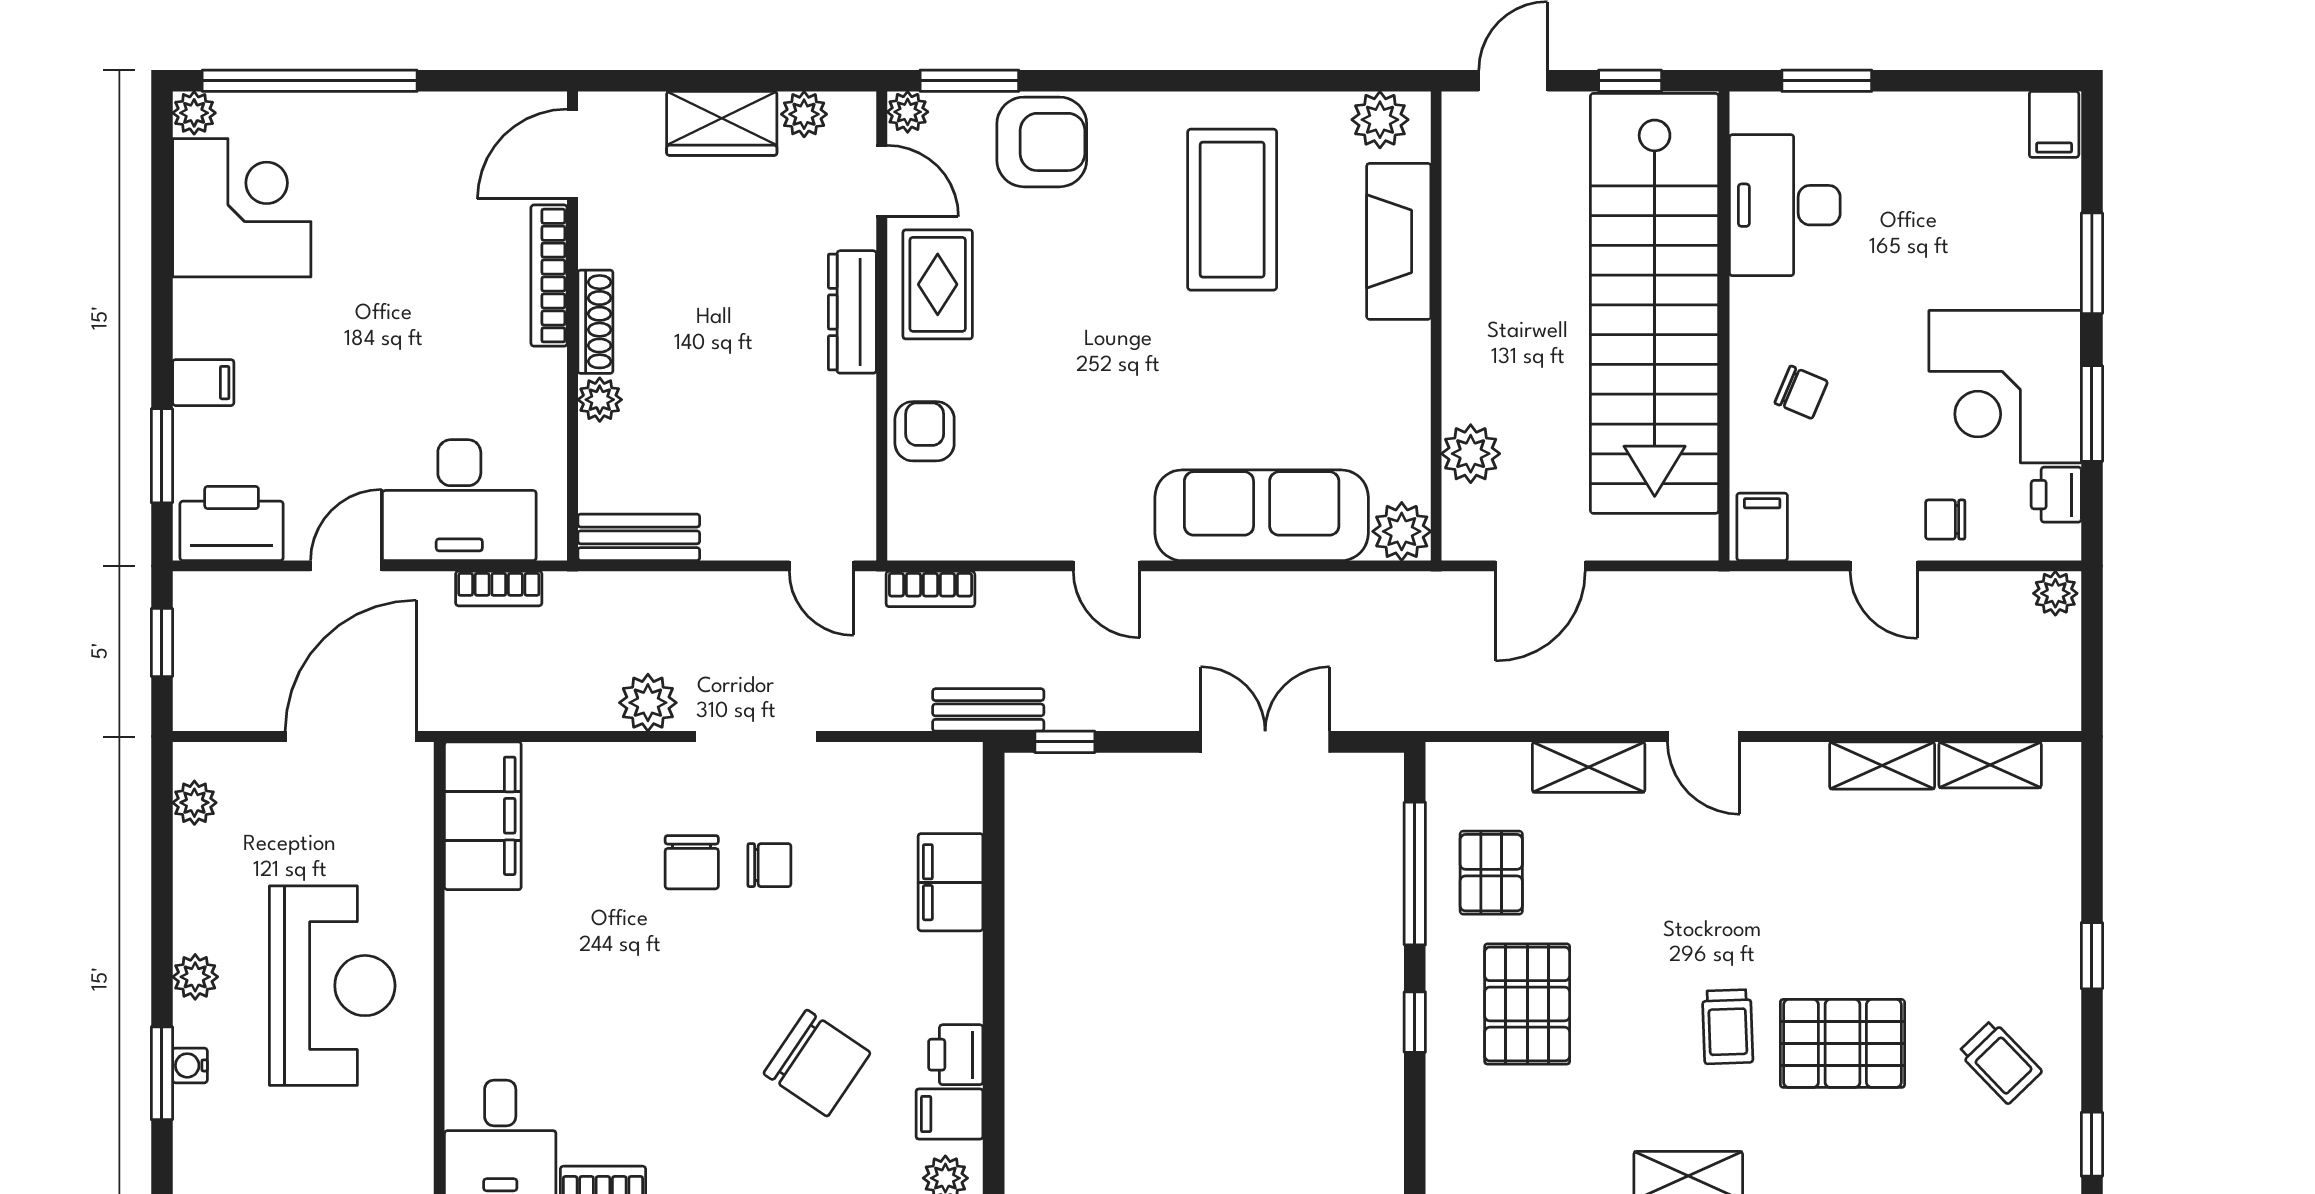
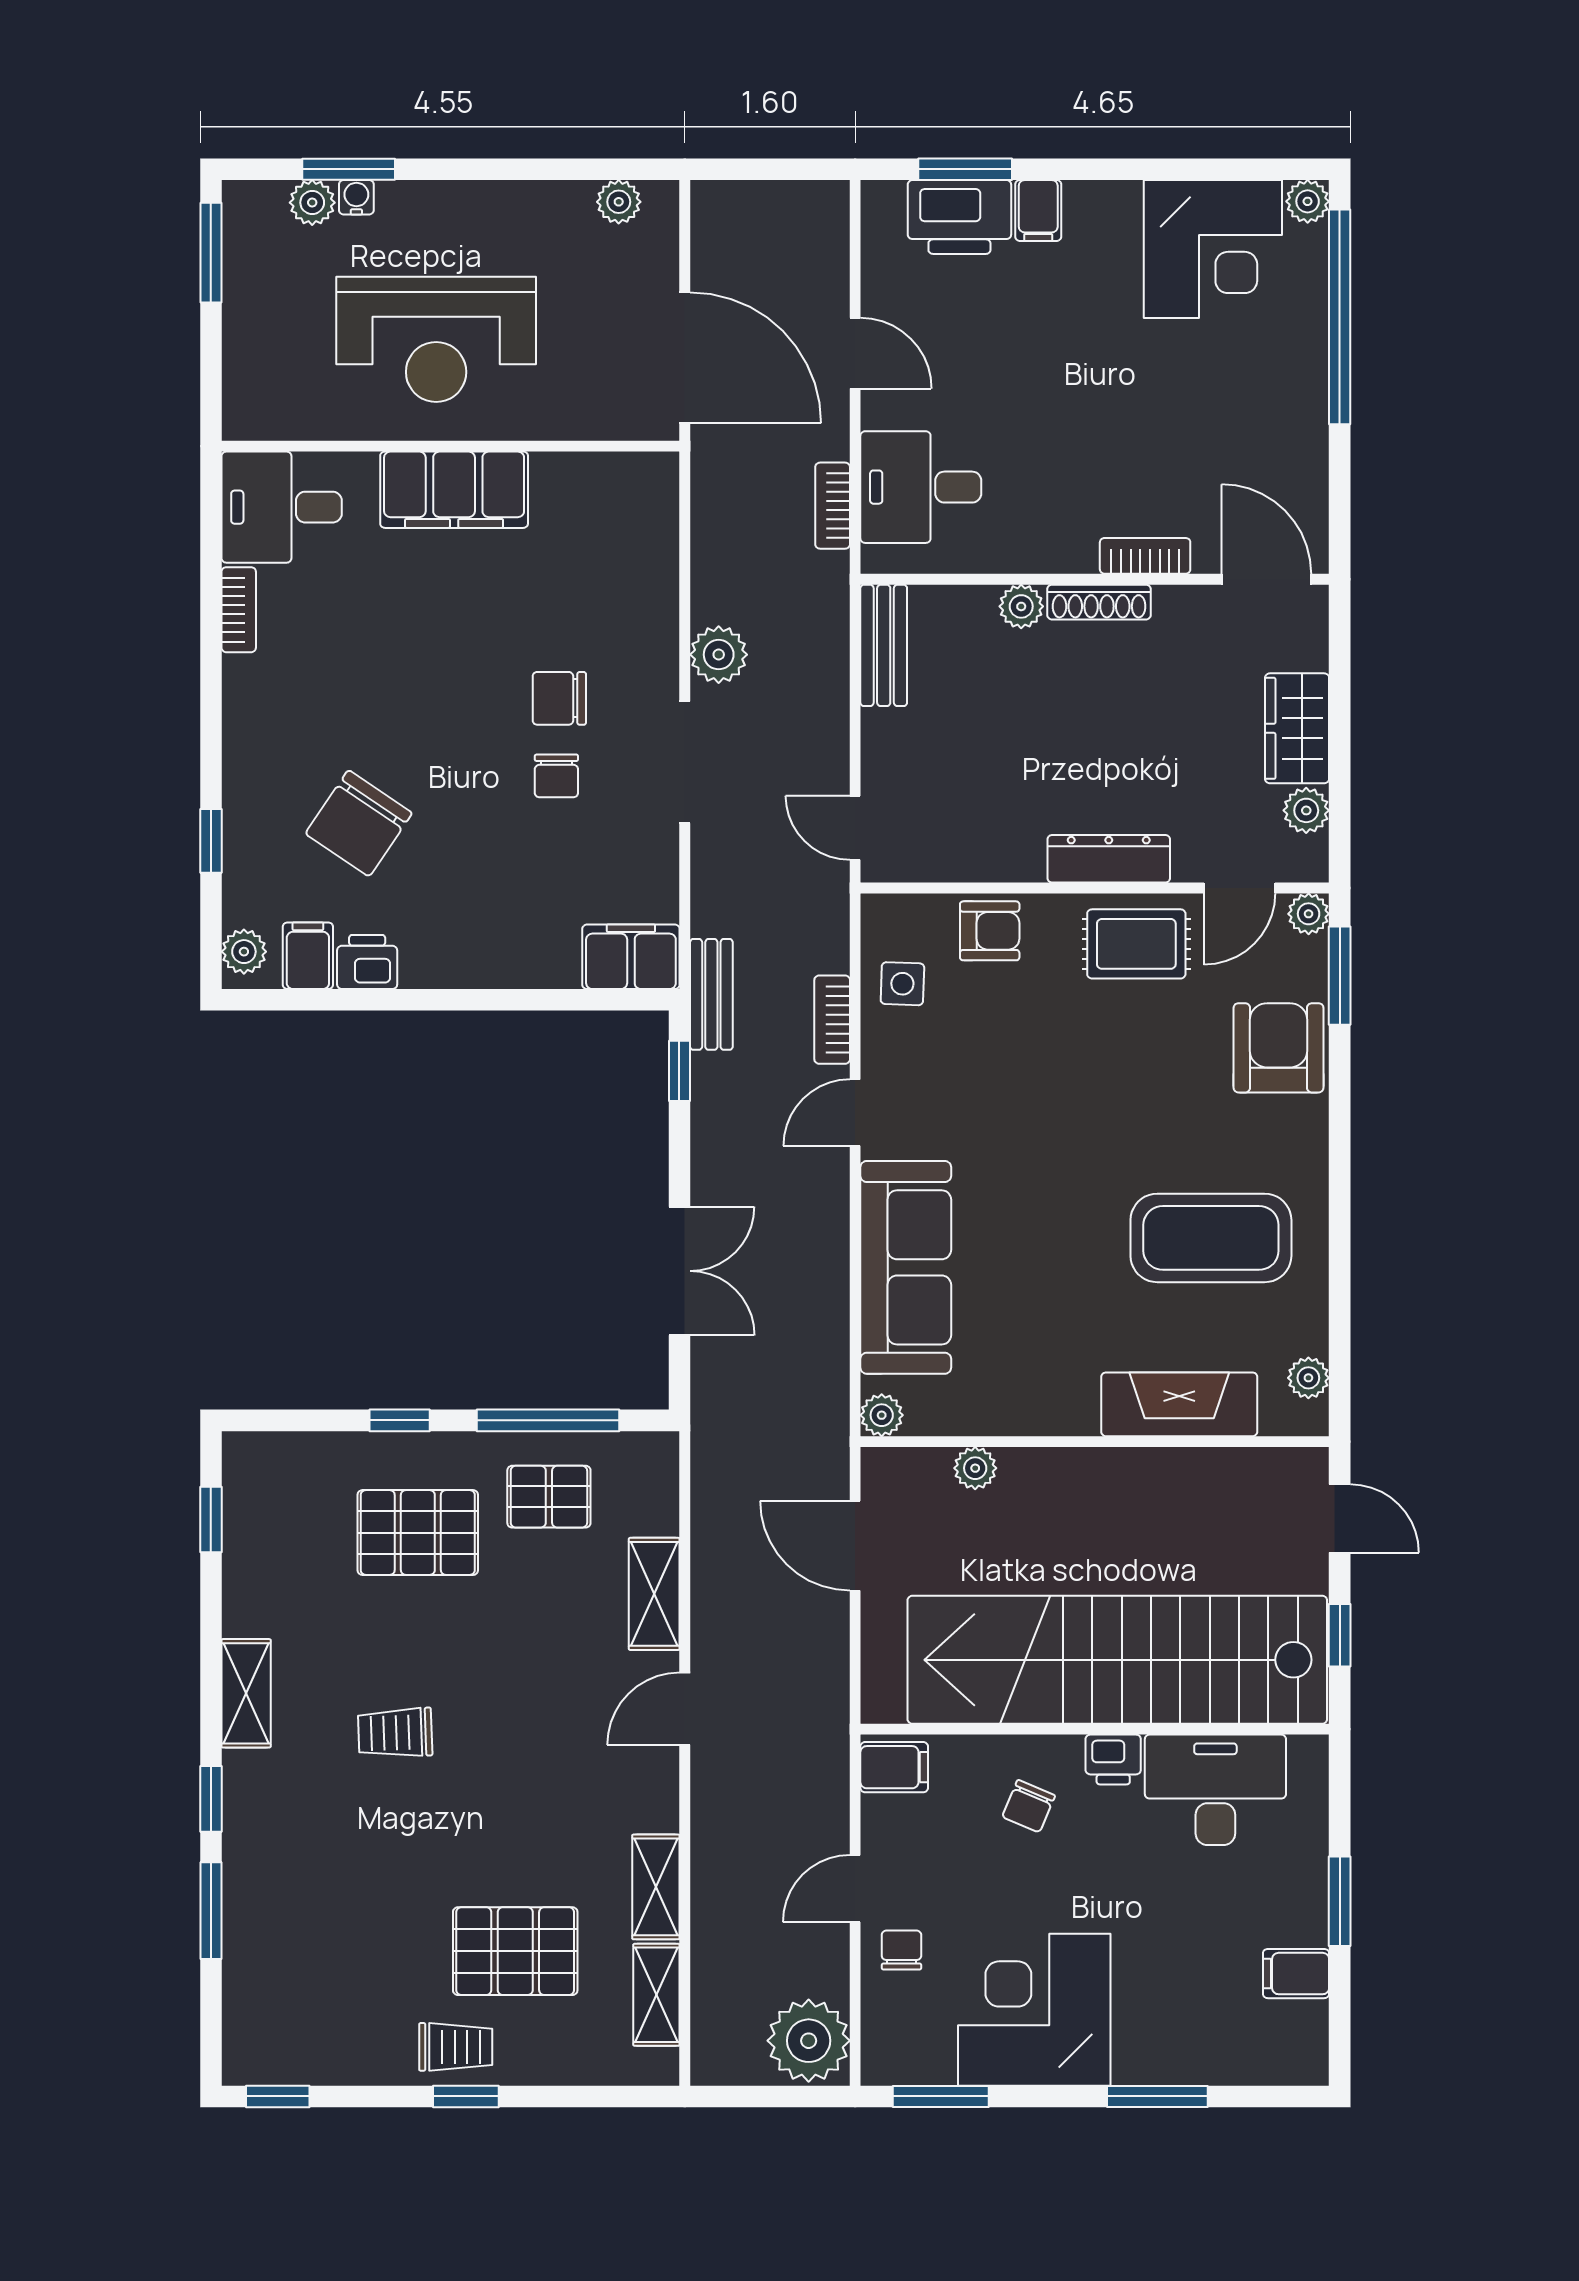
window: (1827, 81) -> (1340, 1901), moved
plant: (1380, 120) -> (1308, 1378), width x0.73, depth x0.73
filing cabinet: (2054, 124) -> (1296, 1974), moved
armchair: (1042, 142) -> (1279, 1048), turned 180
bookcase: (549, 276) -> (1145, 556), width x0.64
window: (2092, 414) -> (941, 2096), moved
plant: (1471, 454) -> (975, 1468), width x0.73, depth x0.73
printer: (2056, 495) -> (1113, 1759), moved, turned 180
desk: (459, 500) -> (921, 487), width x0.73
side table: (978, 519) -> (902, 984), added
printer: (232, 523) -> (959, 217), moved, turned 90
plant: (1402, 531) -> (882, 1415), width x0.73, depth x0.73
door: (821, 566) -> (855, 828), hinge flipped
bookcase: (930, 589) -> (832, 1020), moved
plant: (2055, 593) -> (809, 2041), width x1.88, depth x1.88
window: (162, 643) -> (779, 169), removed
filing cabinet: (483, 816) -> (454, 490), moved
filing cabinet: (951, 882) -> (631, 957), moved
plant: (195, 977) -> (312, 203), moved
pallet: (1842, 1043) -> (515, 1951), moved, turned 90
trolley: (2000, 1062) -> (456, 2047), moved, turned -136

